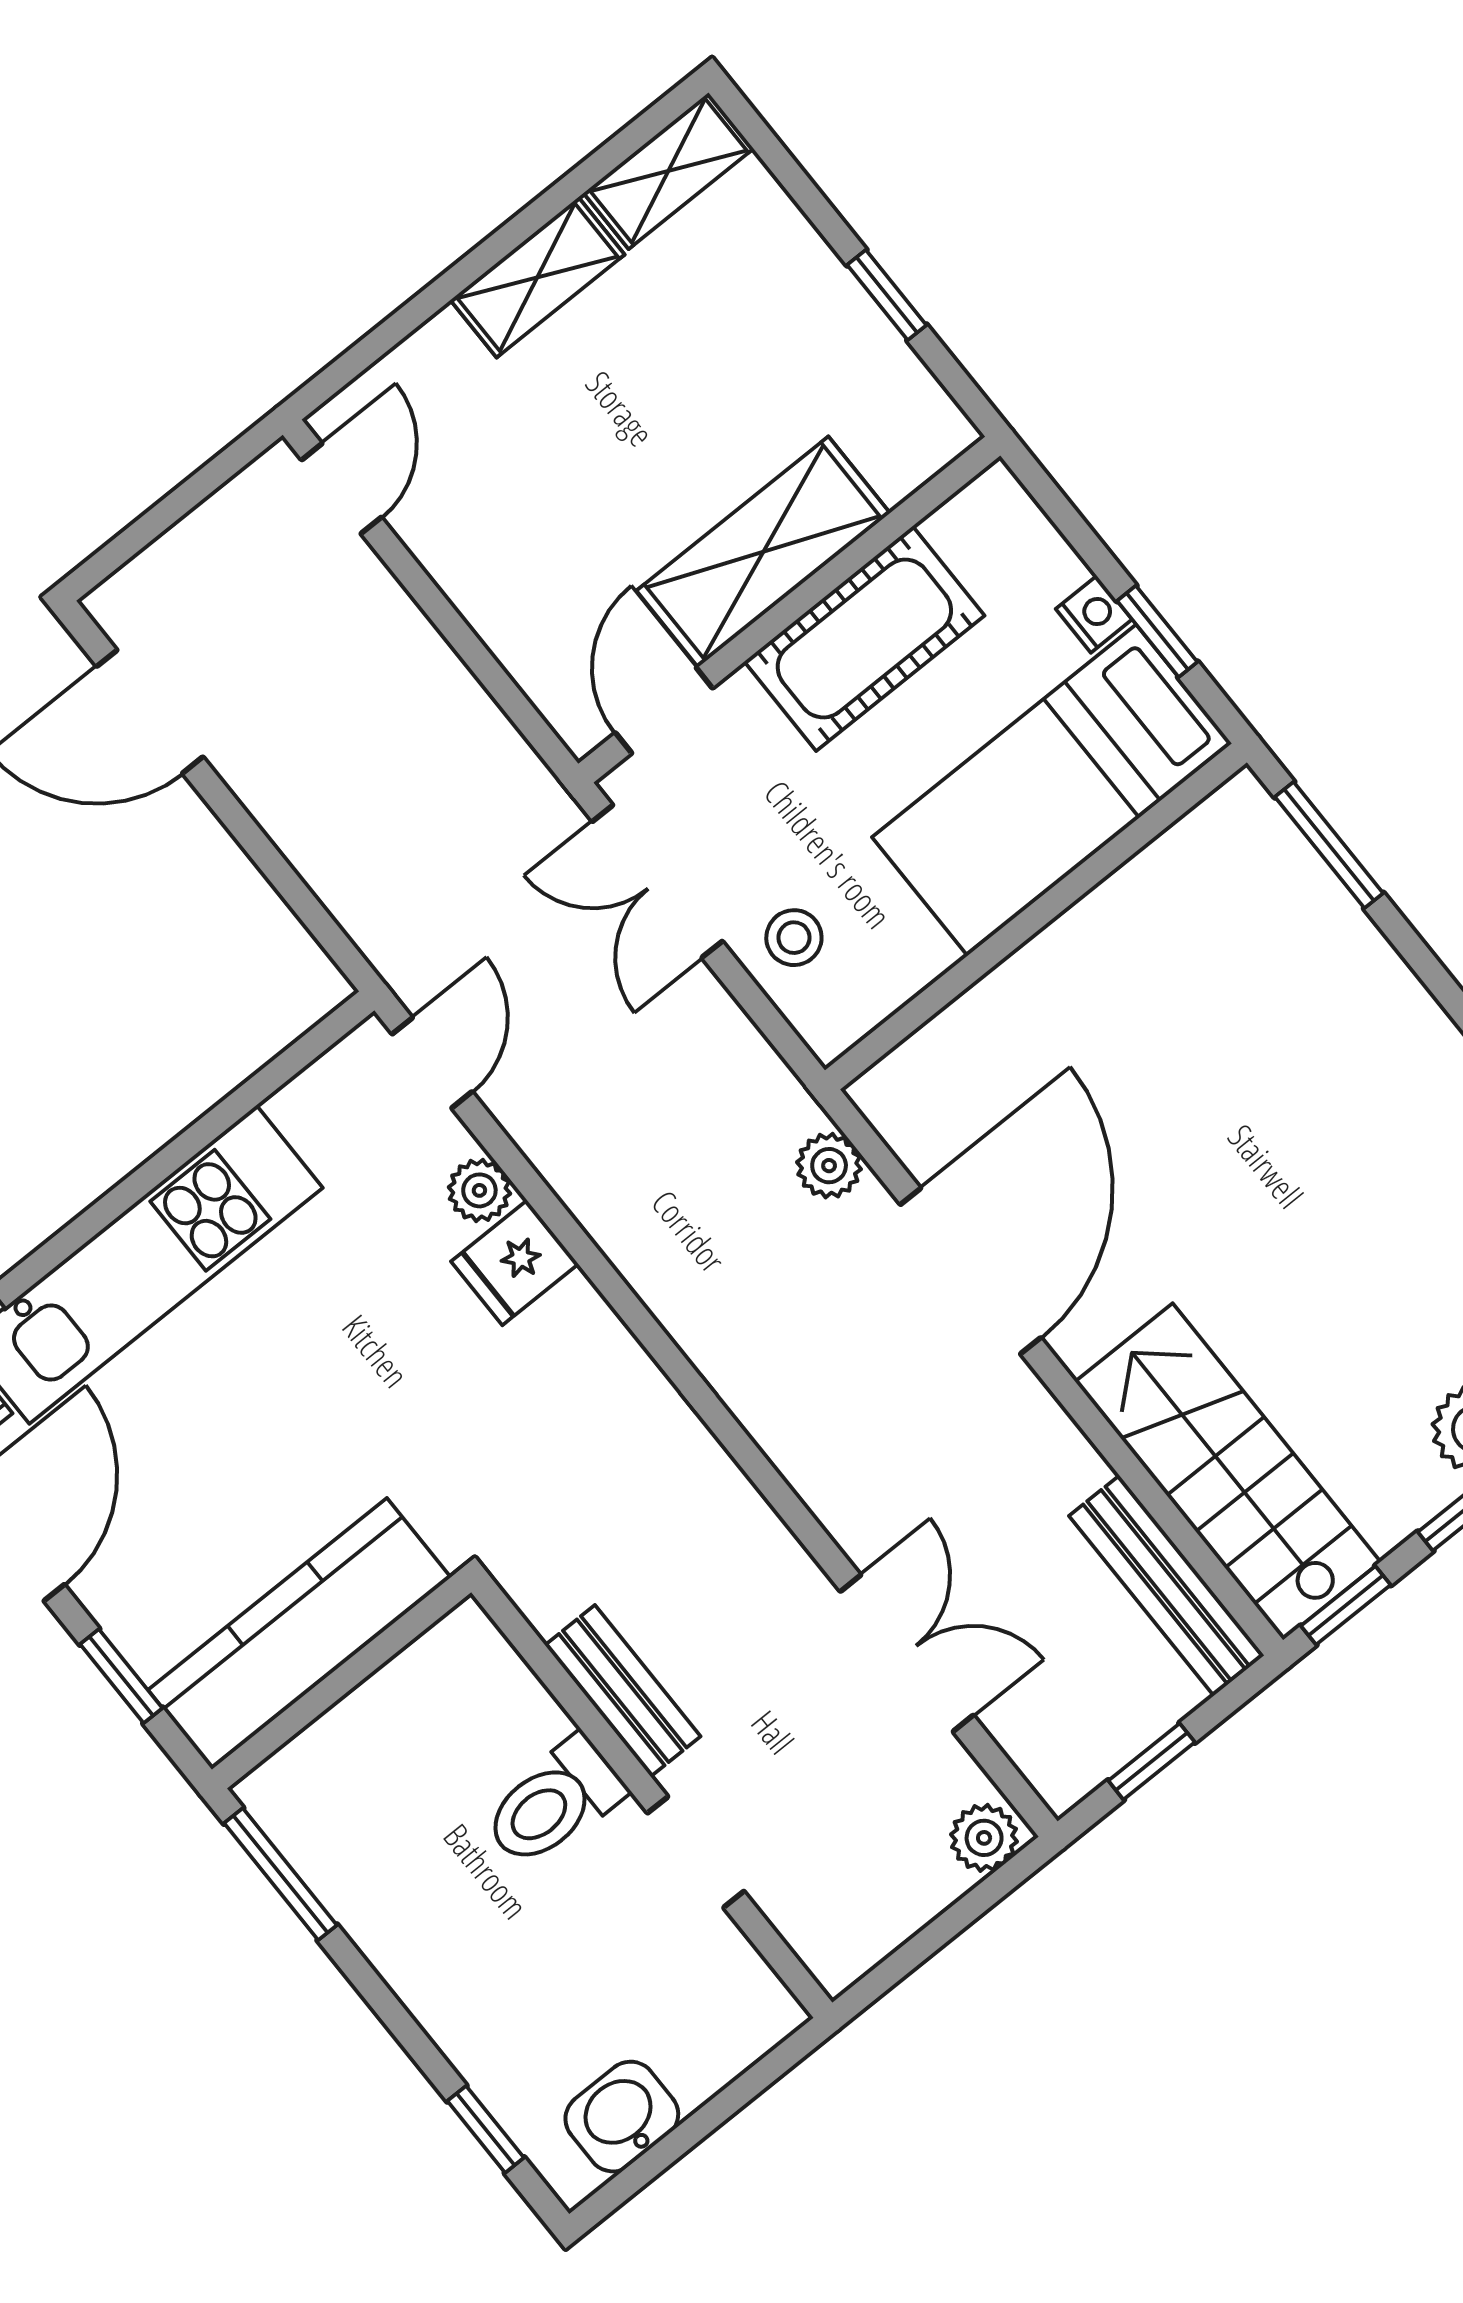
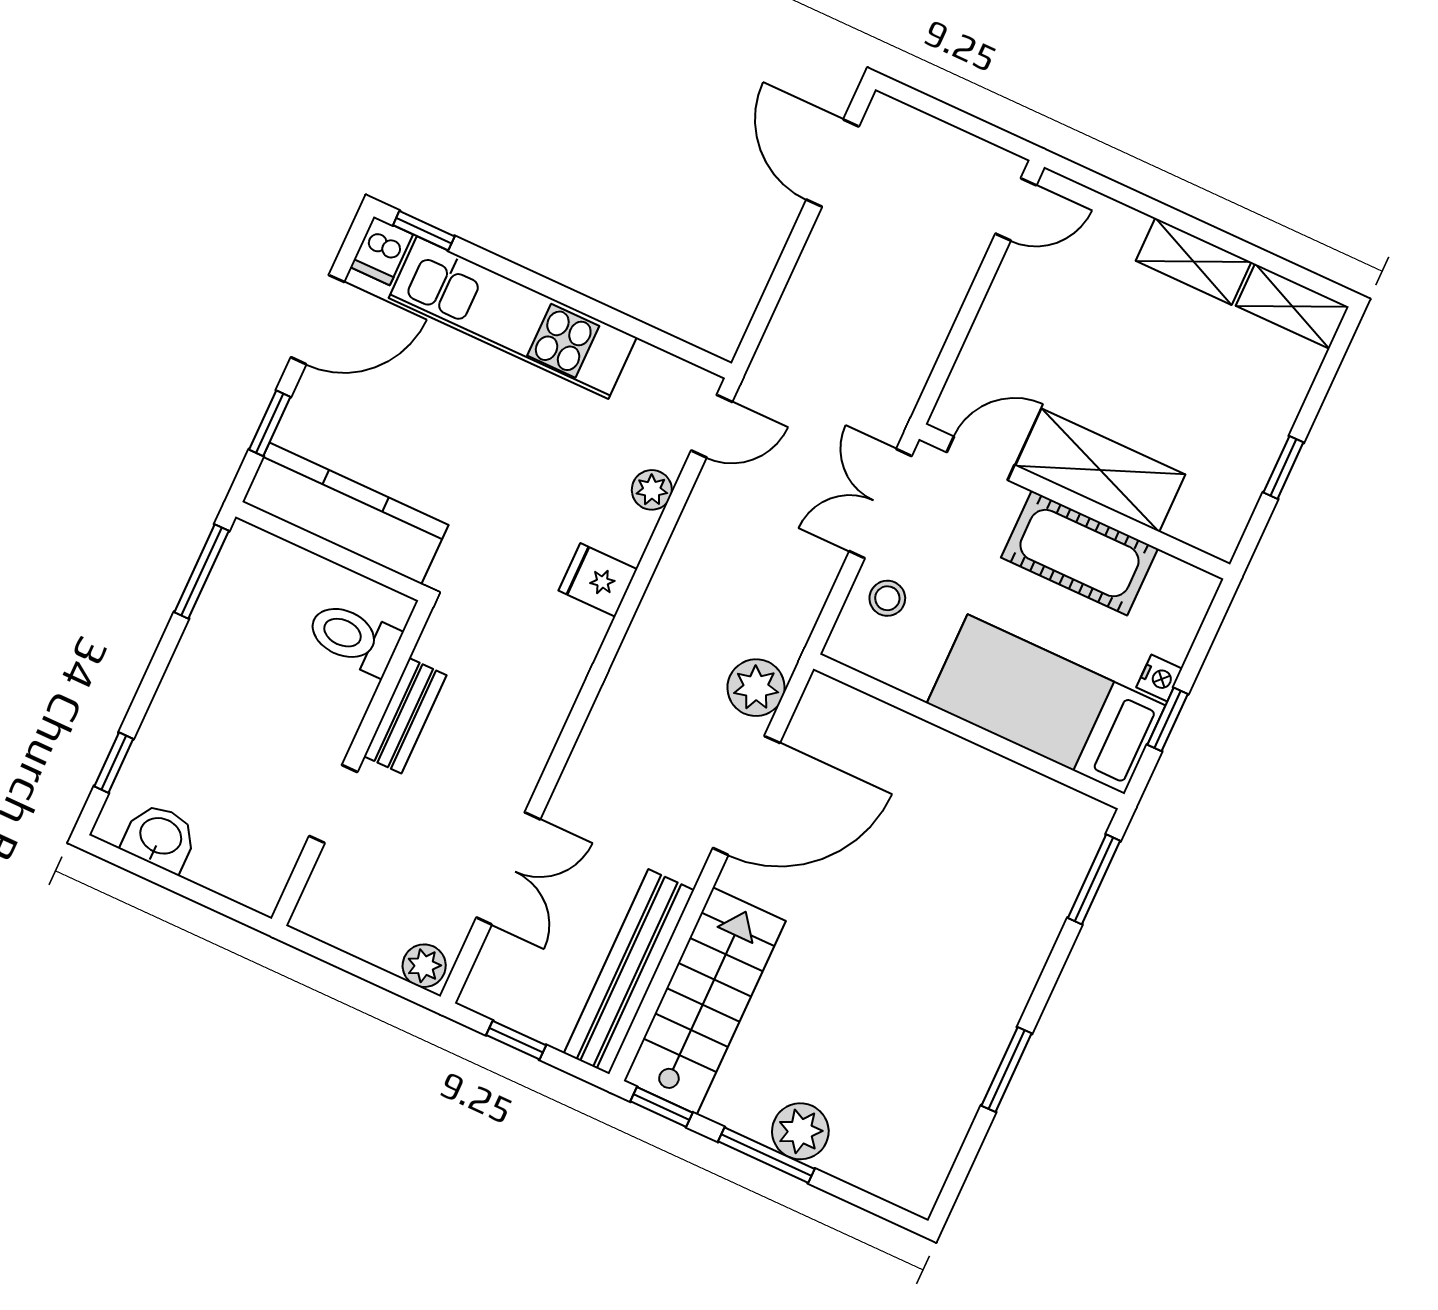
plant: (829, 1166) -> (756, 688), width x1.38, depth x1.38
fridge: (515, 1263) -> (598, 580), moved
bench: (1167, 1586) -> (629, 972), width x1.37, depth x1.21
toilet: (554, 1802) -> (354, 638), moved

